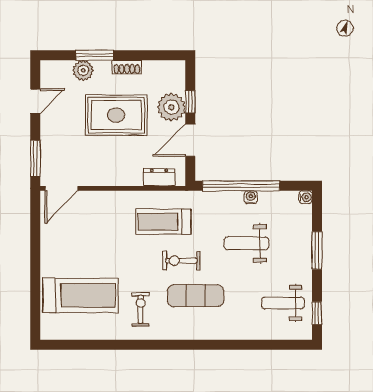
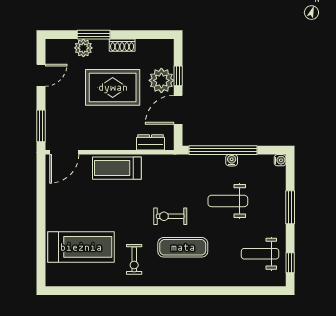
treadmill: (163, 222) -> (117, 168), moved
exercise bike: (141, 309) -> (134, 259), turned 180

